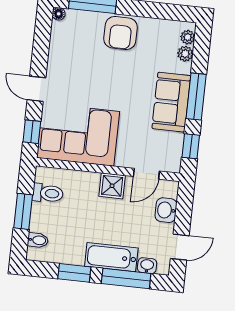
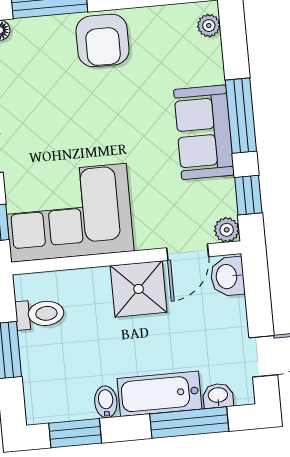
plant: (185, 54) -> (227, 230), moved
shower: (112, 186) -> (139, 289), width x1.36, depth x1.36
washbasin: (166, 210) -> (227, 276), moved
bidet: (38, 240) -> (106, 402), moved, turned -90
window: (74, 273) -> (75, 433), moved

